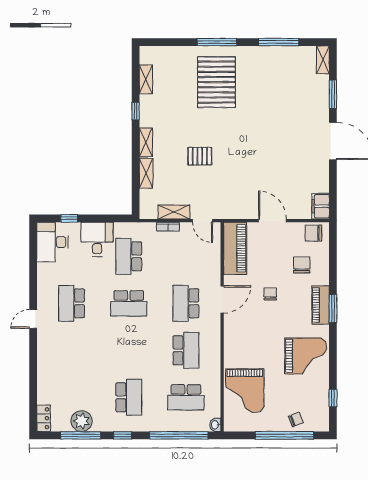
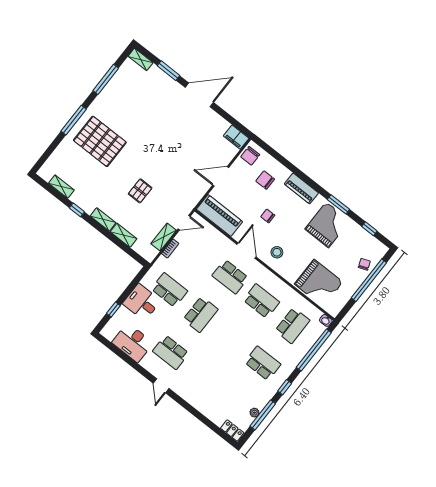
desk: (52, 242) -> (133, 343), moved
school desk: (129, 256) -> (169, 290), turned 180
window: (333, 308) -> (338, 204), moved
stool: (243, 329) -> (277, 252), added
plant: (82, 421) -> (254, 413), width x0.53, depth x0.53

